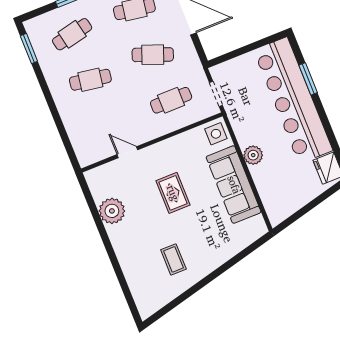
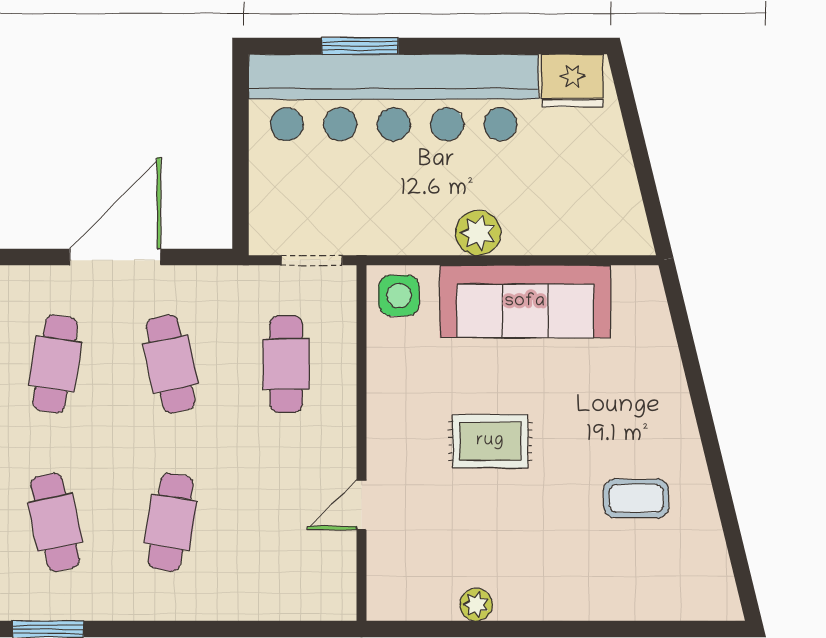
cafe table: (153, 55) -> (171, 364), turned -33
plant: (112, 211) -> (476, 605), width x0.53, depth x0.53

